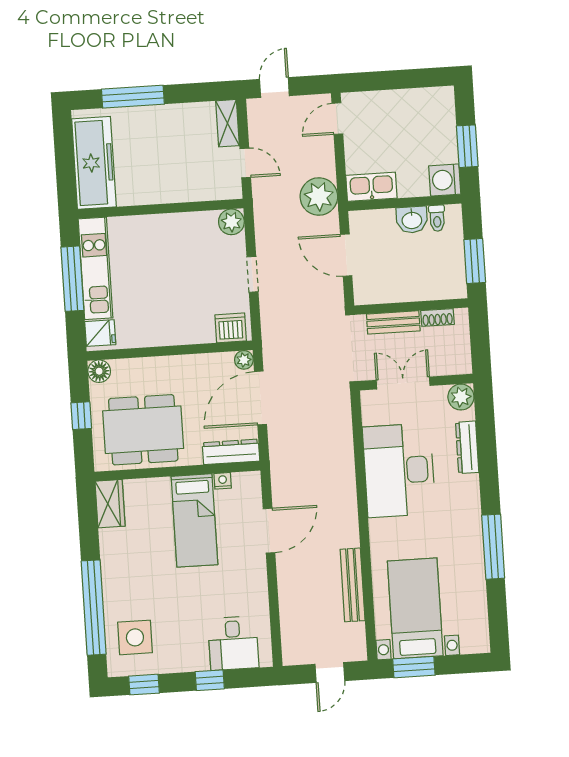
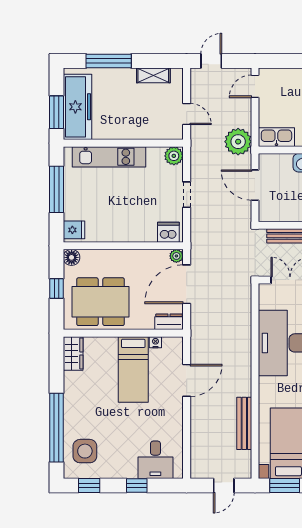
shelving: (228, 123) -> (153, 75), moved, turned 90
window: (66, 172) -> (56, 112), added
kitchen unit: (95, 268) -> (109, 157), moved, turned 90
dresser: (231, 452) -> (169, 322), width x0.70

